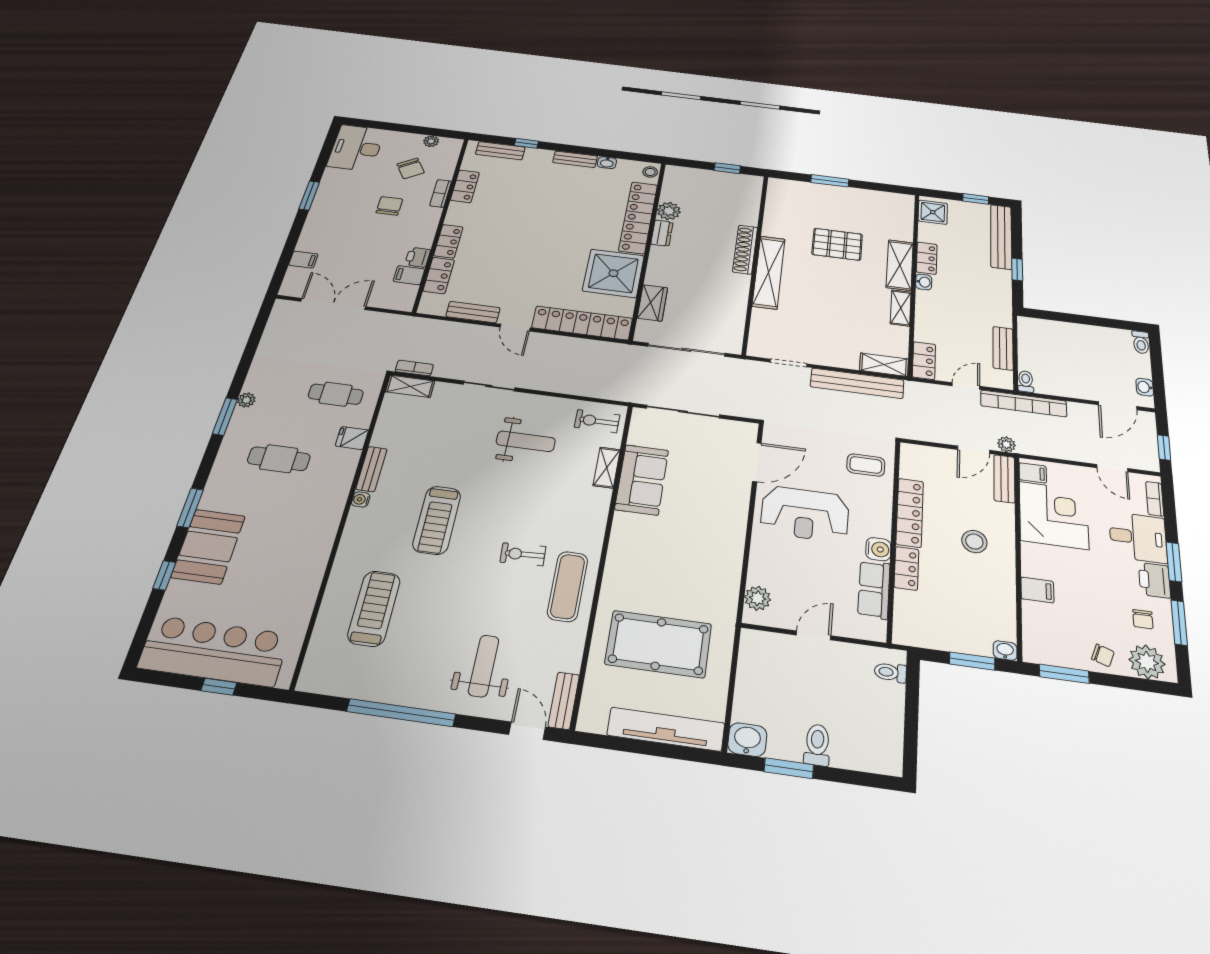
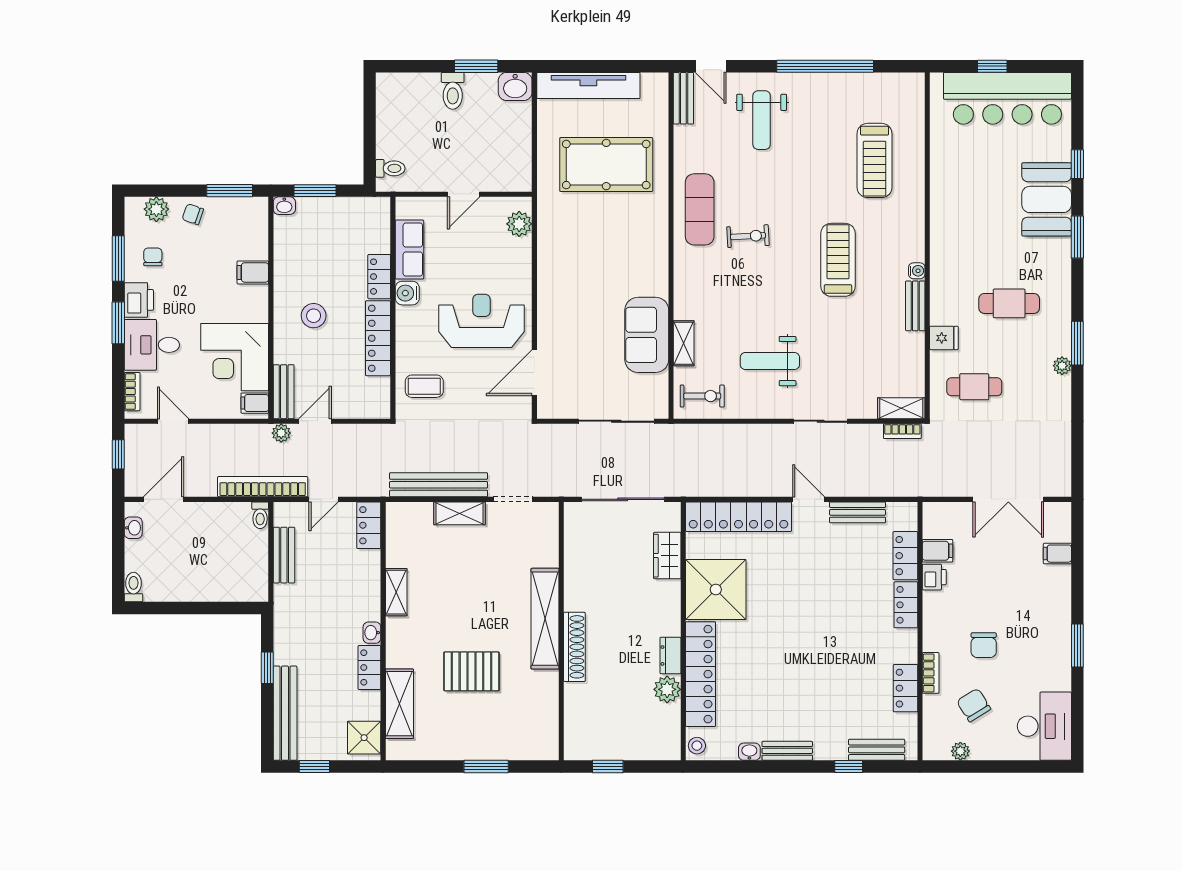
shelving: (900, 265) -> (399, 704), moved
shelving: (884, 365) -> (460, 513), moved
plant: (1147, 662) -> (156, 209), width x0.73, depth x0.73

